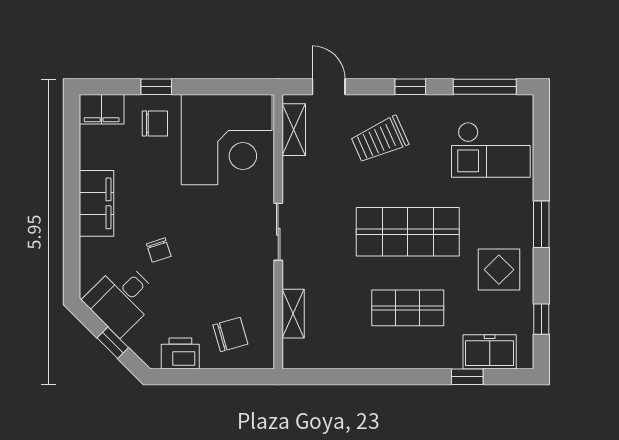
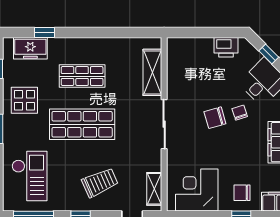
corner desk: (227, 140) -> (197, 190), width x0.74, depth x0.74
checkout: (491, 150) -> (30, 176), turned 90
sliding door: (278, 232) -> (164, 124), width x1.37
shelving: (293, 314) -> (152, 72), width x1.50, depth x1.33
chair: (230, 334) -> (215, 118), moved

